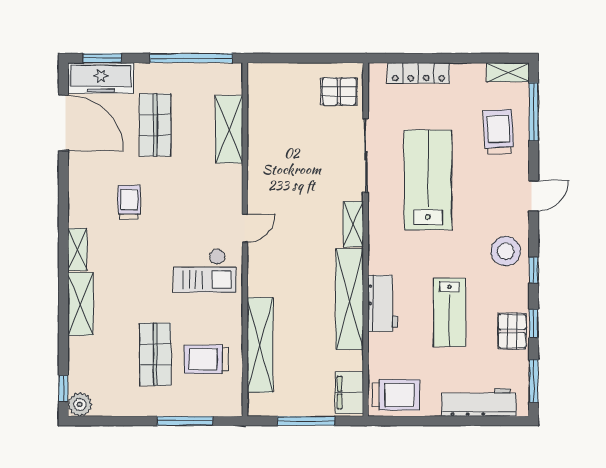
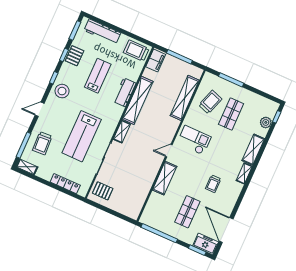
freezer: (101, 78) -> (206, 244), width x0.71
shelving: (229, 129) -> (165, 178), moved
trolley: (206, 359) -> (210, 102), turned -71
plant: (80, 404) -> (266, 122), moved

